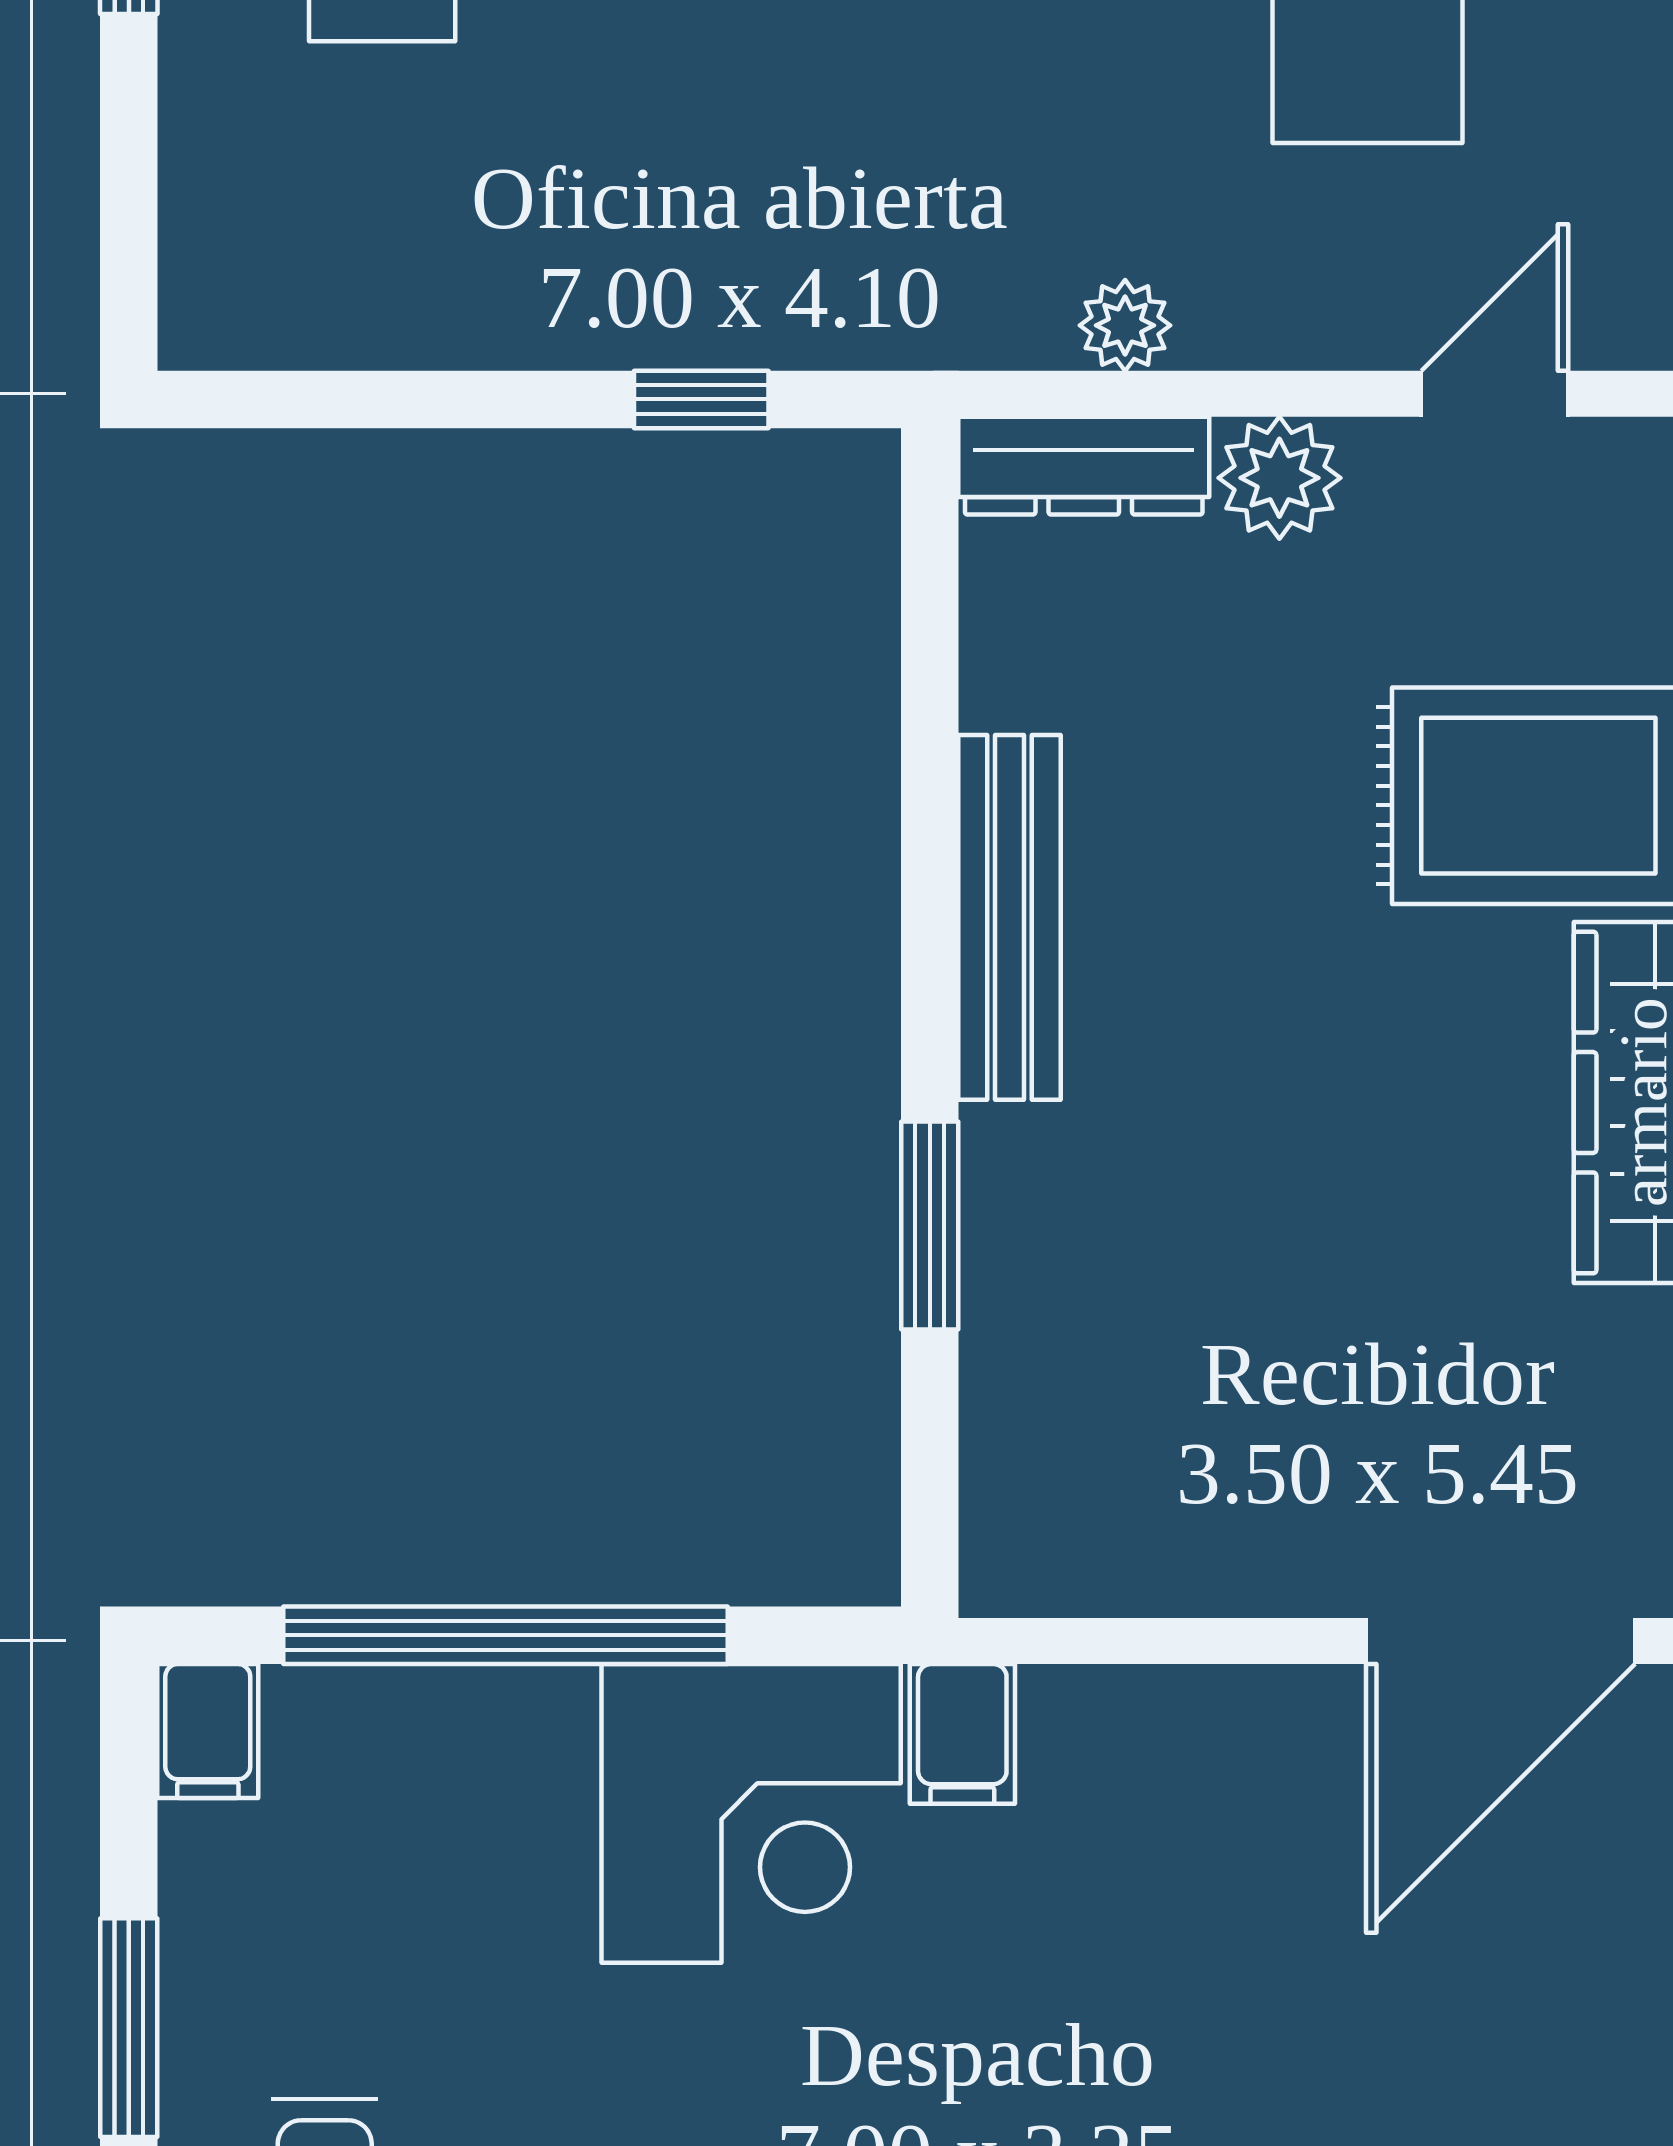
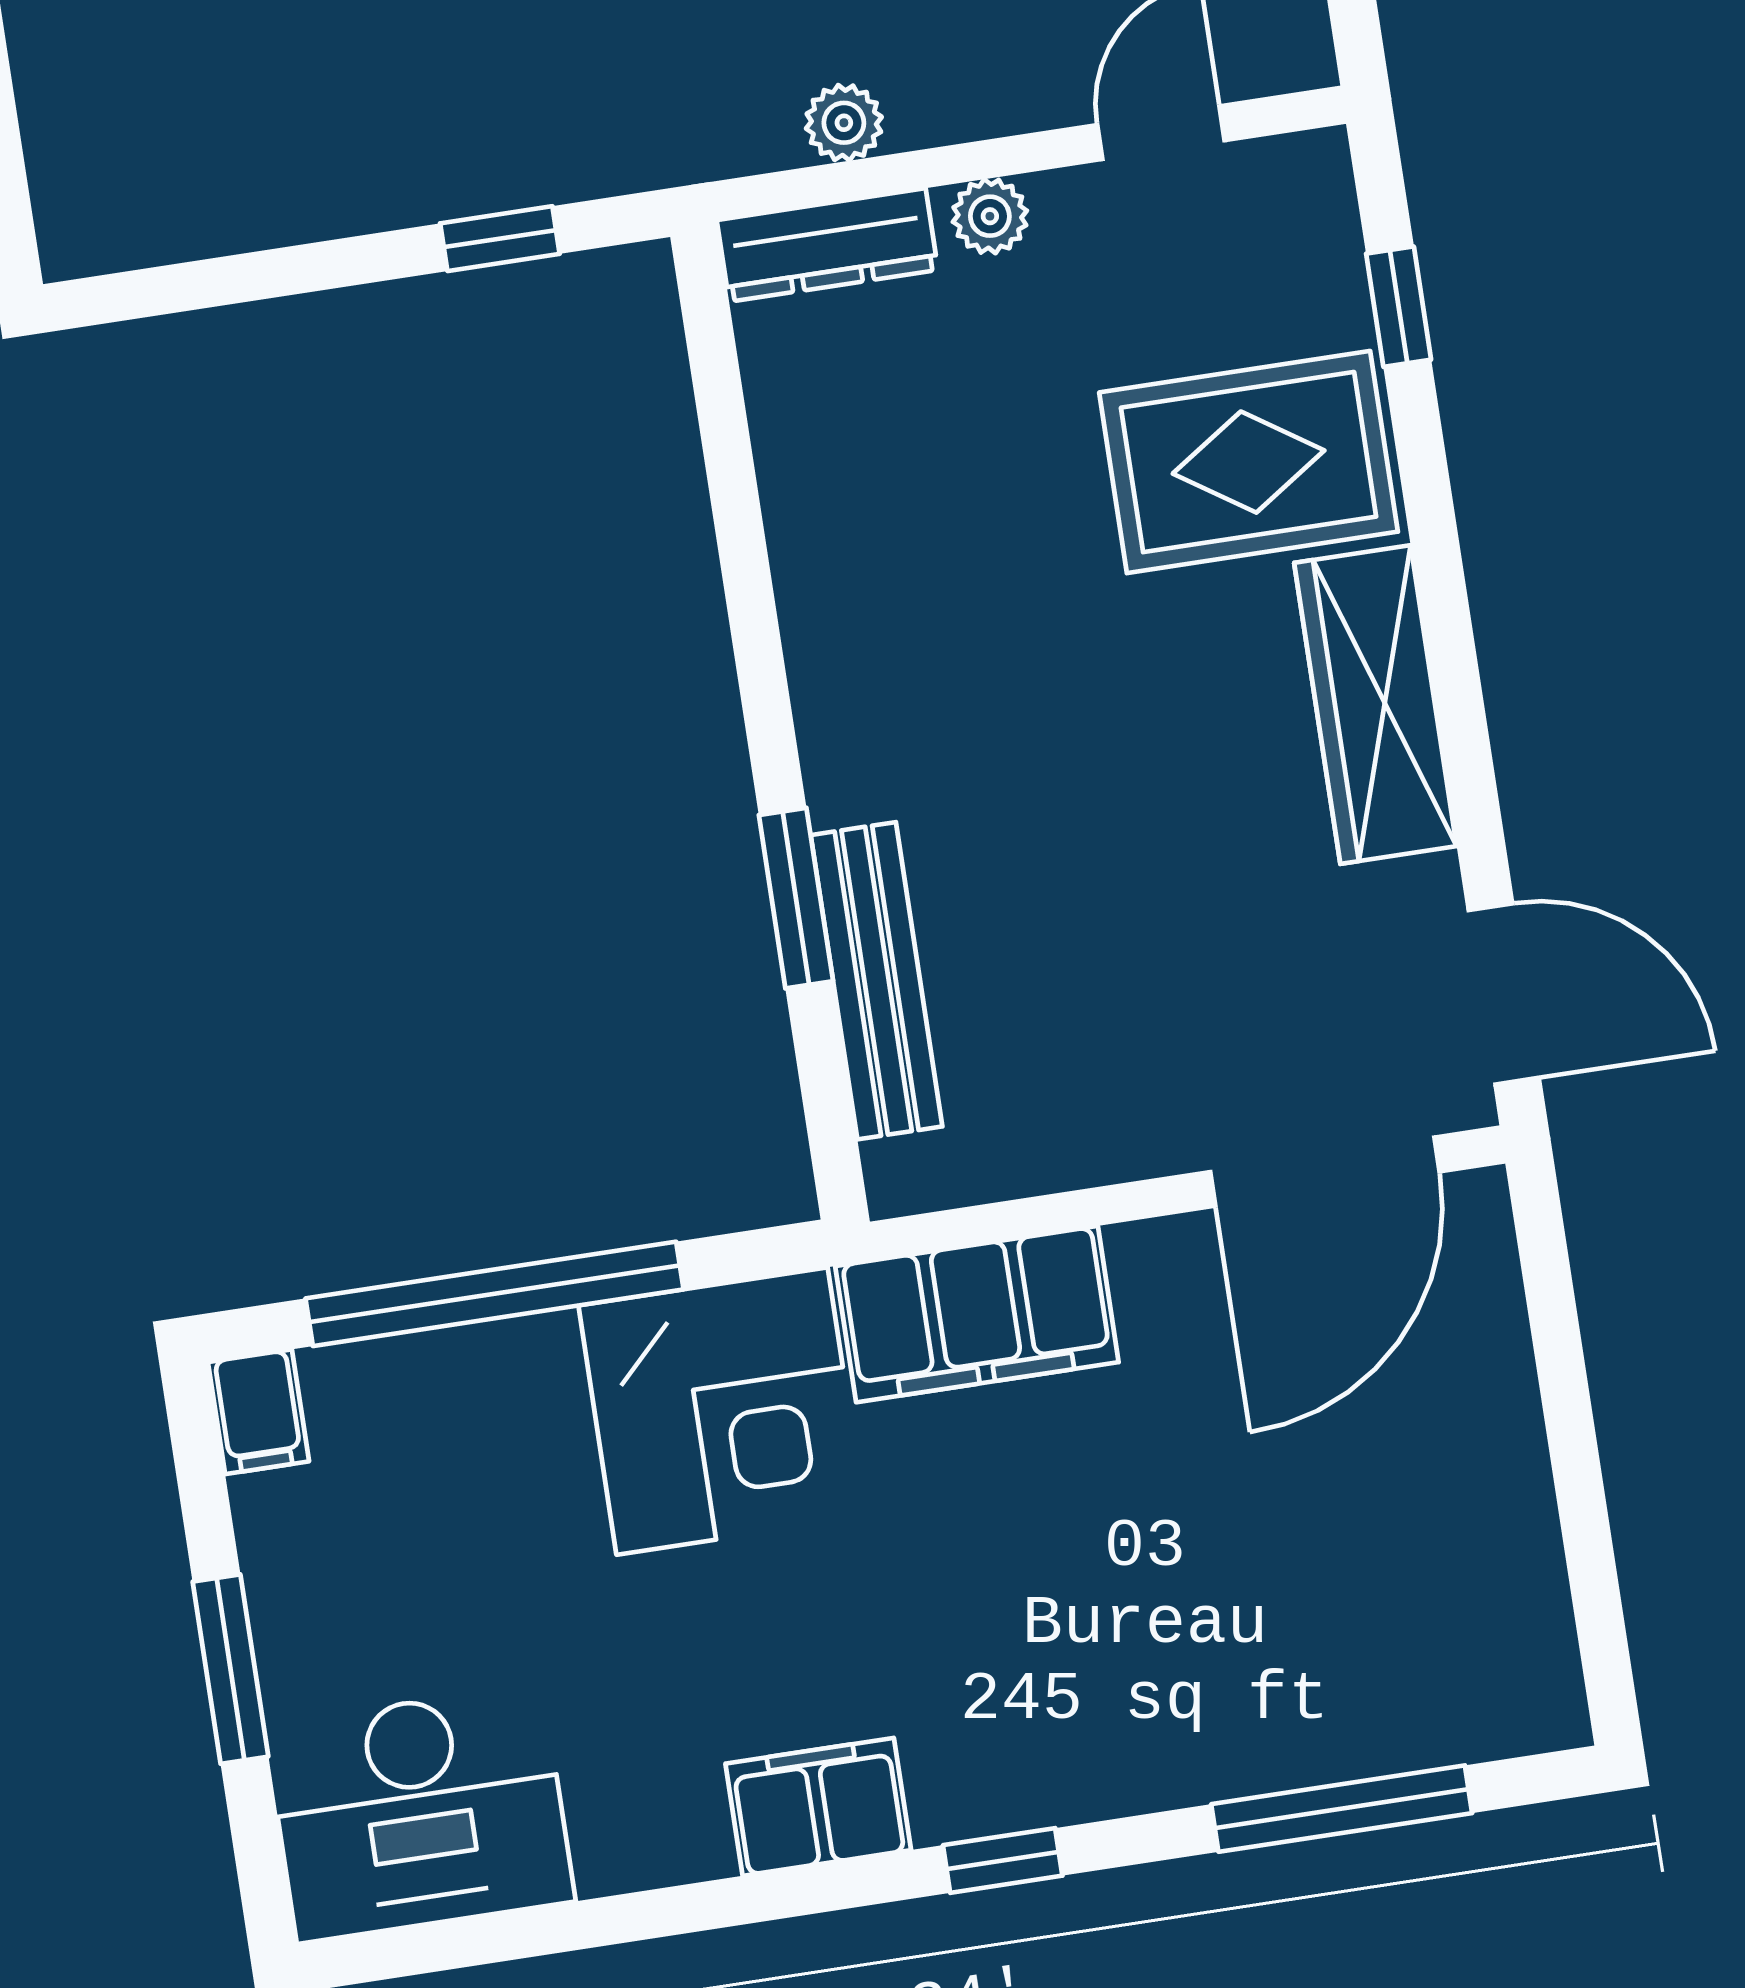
plant: (1279, 478) -> (990, 216), width x0.73, depth x0.73
bench: (1010, 917) -> (877, 981), moved
filing cabinet: (962, 1734) -> (977, 1314), width x3.00, depth x1.17

